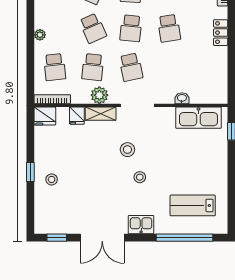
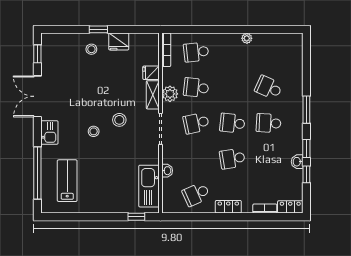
school desk: (93, 28) -> (196, 194), moved
plant: (40, 35) -> (247, 38), moved
fridge: (45, 116) -> (119, 42), moved, turned -90

